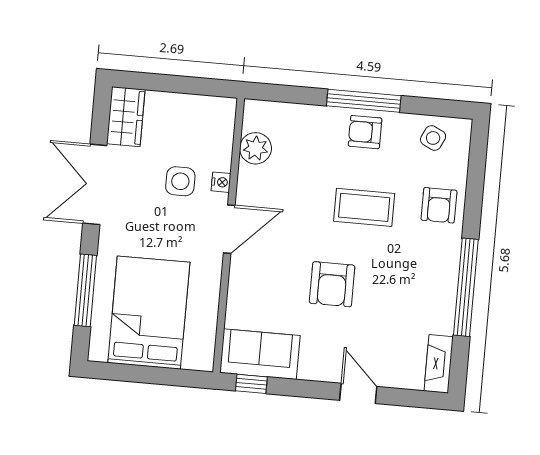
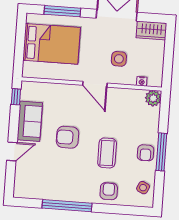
armchair: (365, 132) -> (146, 153), turned 180
plant: (256, 148) -> (153, 98), moved
nightstand: (221, 182) -> (142, 81), moved
armchair: (439, 205) -> (109, 191), turned 90
sofa: (260, 354) -> (30, 121), moved
fireplace: (439, 364) -> (28, 192), removed

